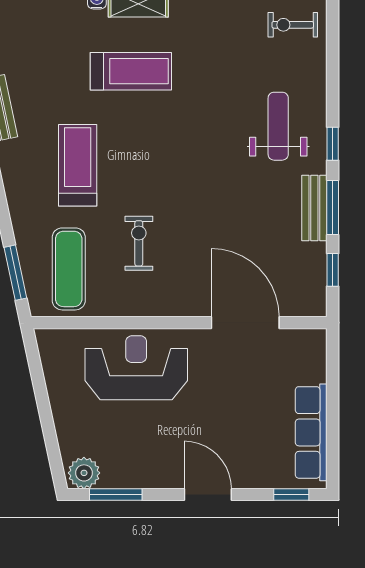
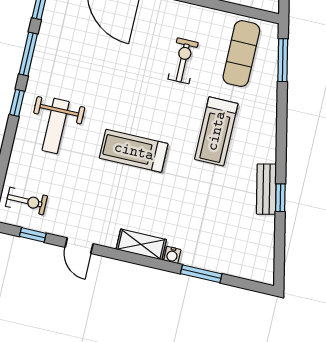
treadmill: (131, 71) -> (134, 151), moved
bench: (314, 208) -> (42, 57), removed
exercise bike: (139, 243) -> (183, 61), turned 180

